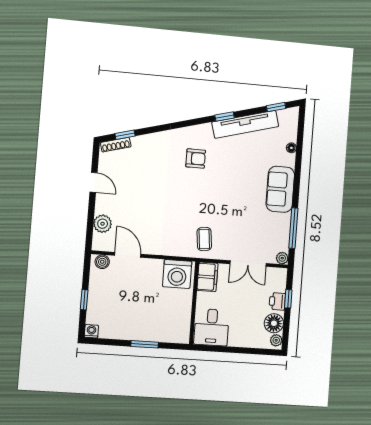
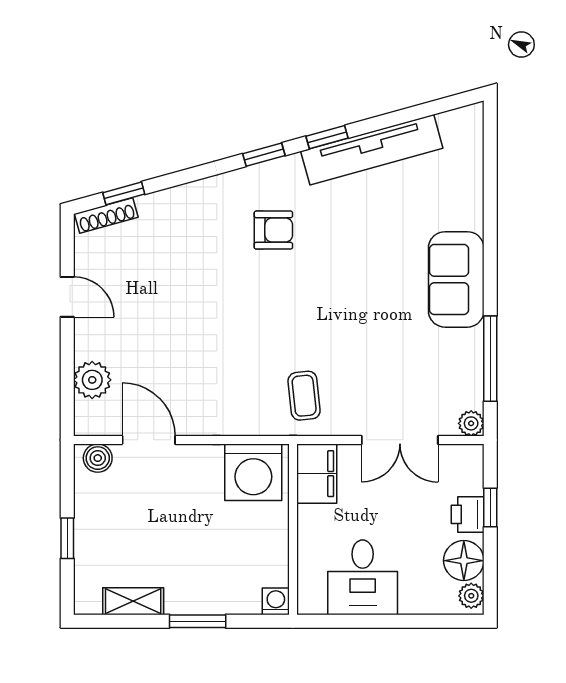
window: (276, 107) -> (264, 155), moved
floor lamp: (291, 148) -> (473, 190), removed
desk: (212, 327) -> (363, 577), moved
washing machine: (91, 331) -> (276, 601), moved
shelving: (114, 333) -> (133, 601), added

